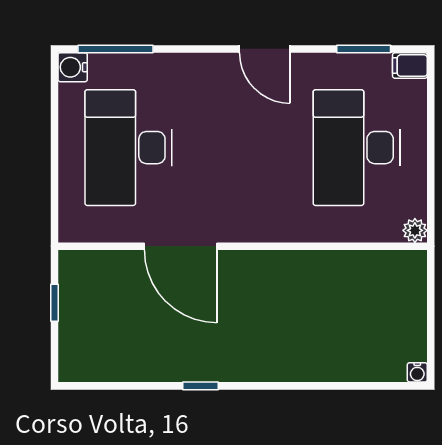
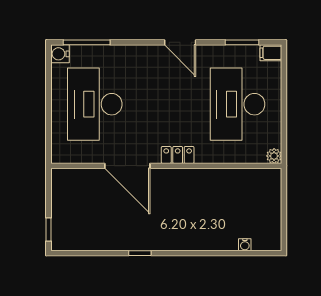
locker: (261, 229) -> (178, 155), added
window: (54, 303) -> (48, 230), moved
water cooler: (417, 372) -> (245, 245), moved

